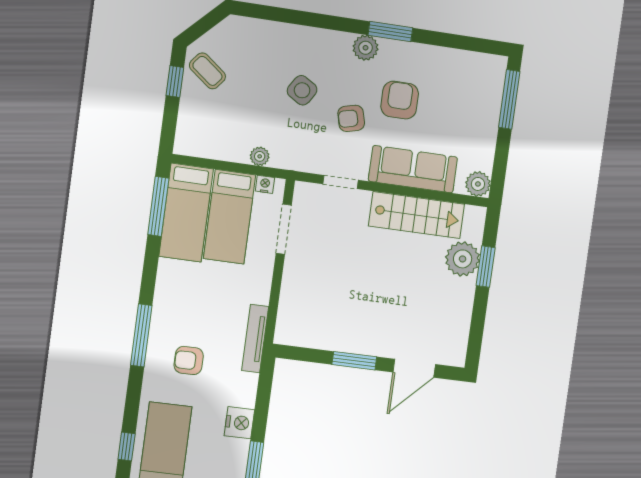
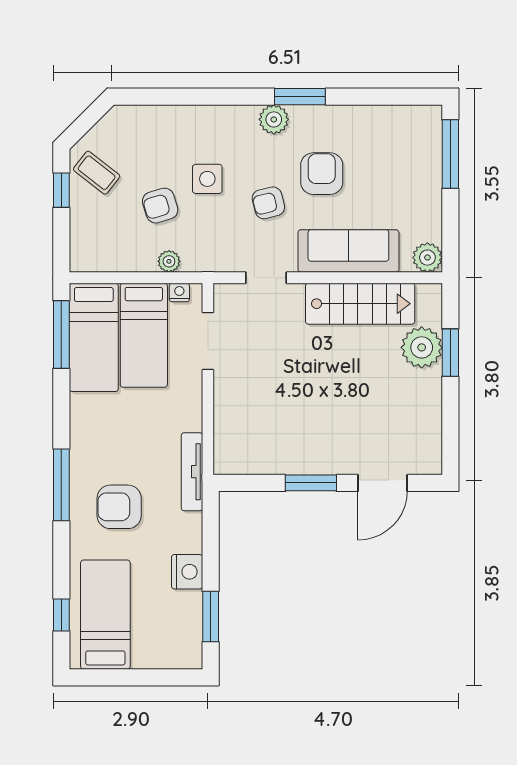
side table: (302, 90) -> (207, 179), turned -32
armchair: (258, 107) -> (160, 206), added
armchair: (189, 360) -> (119, 507), width x1.38, depth x1.38

